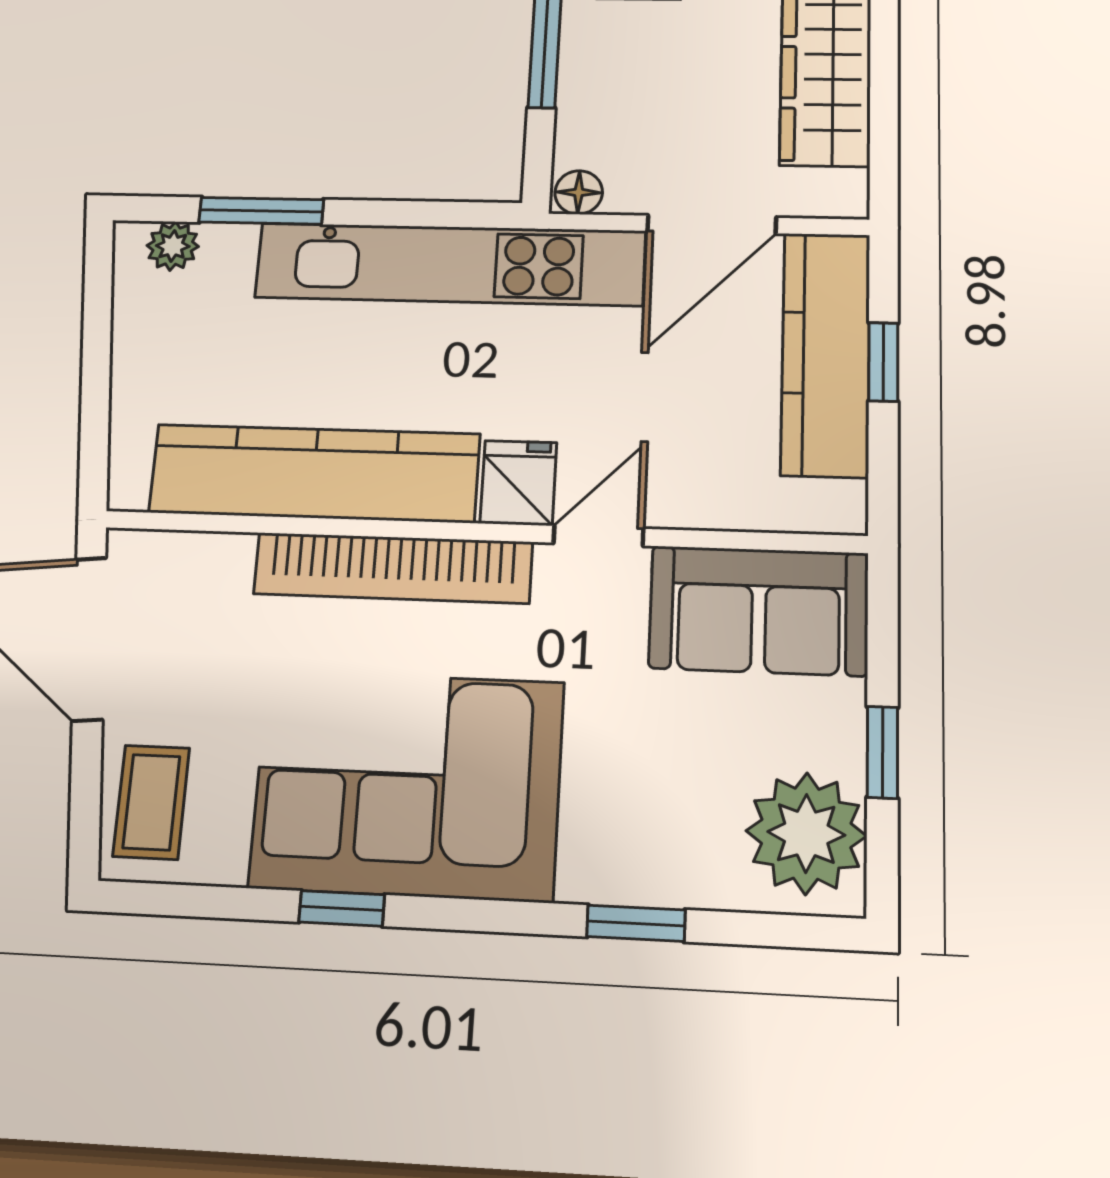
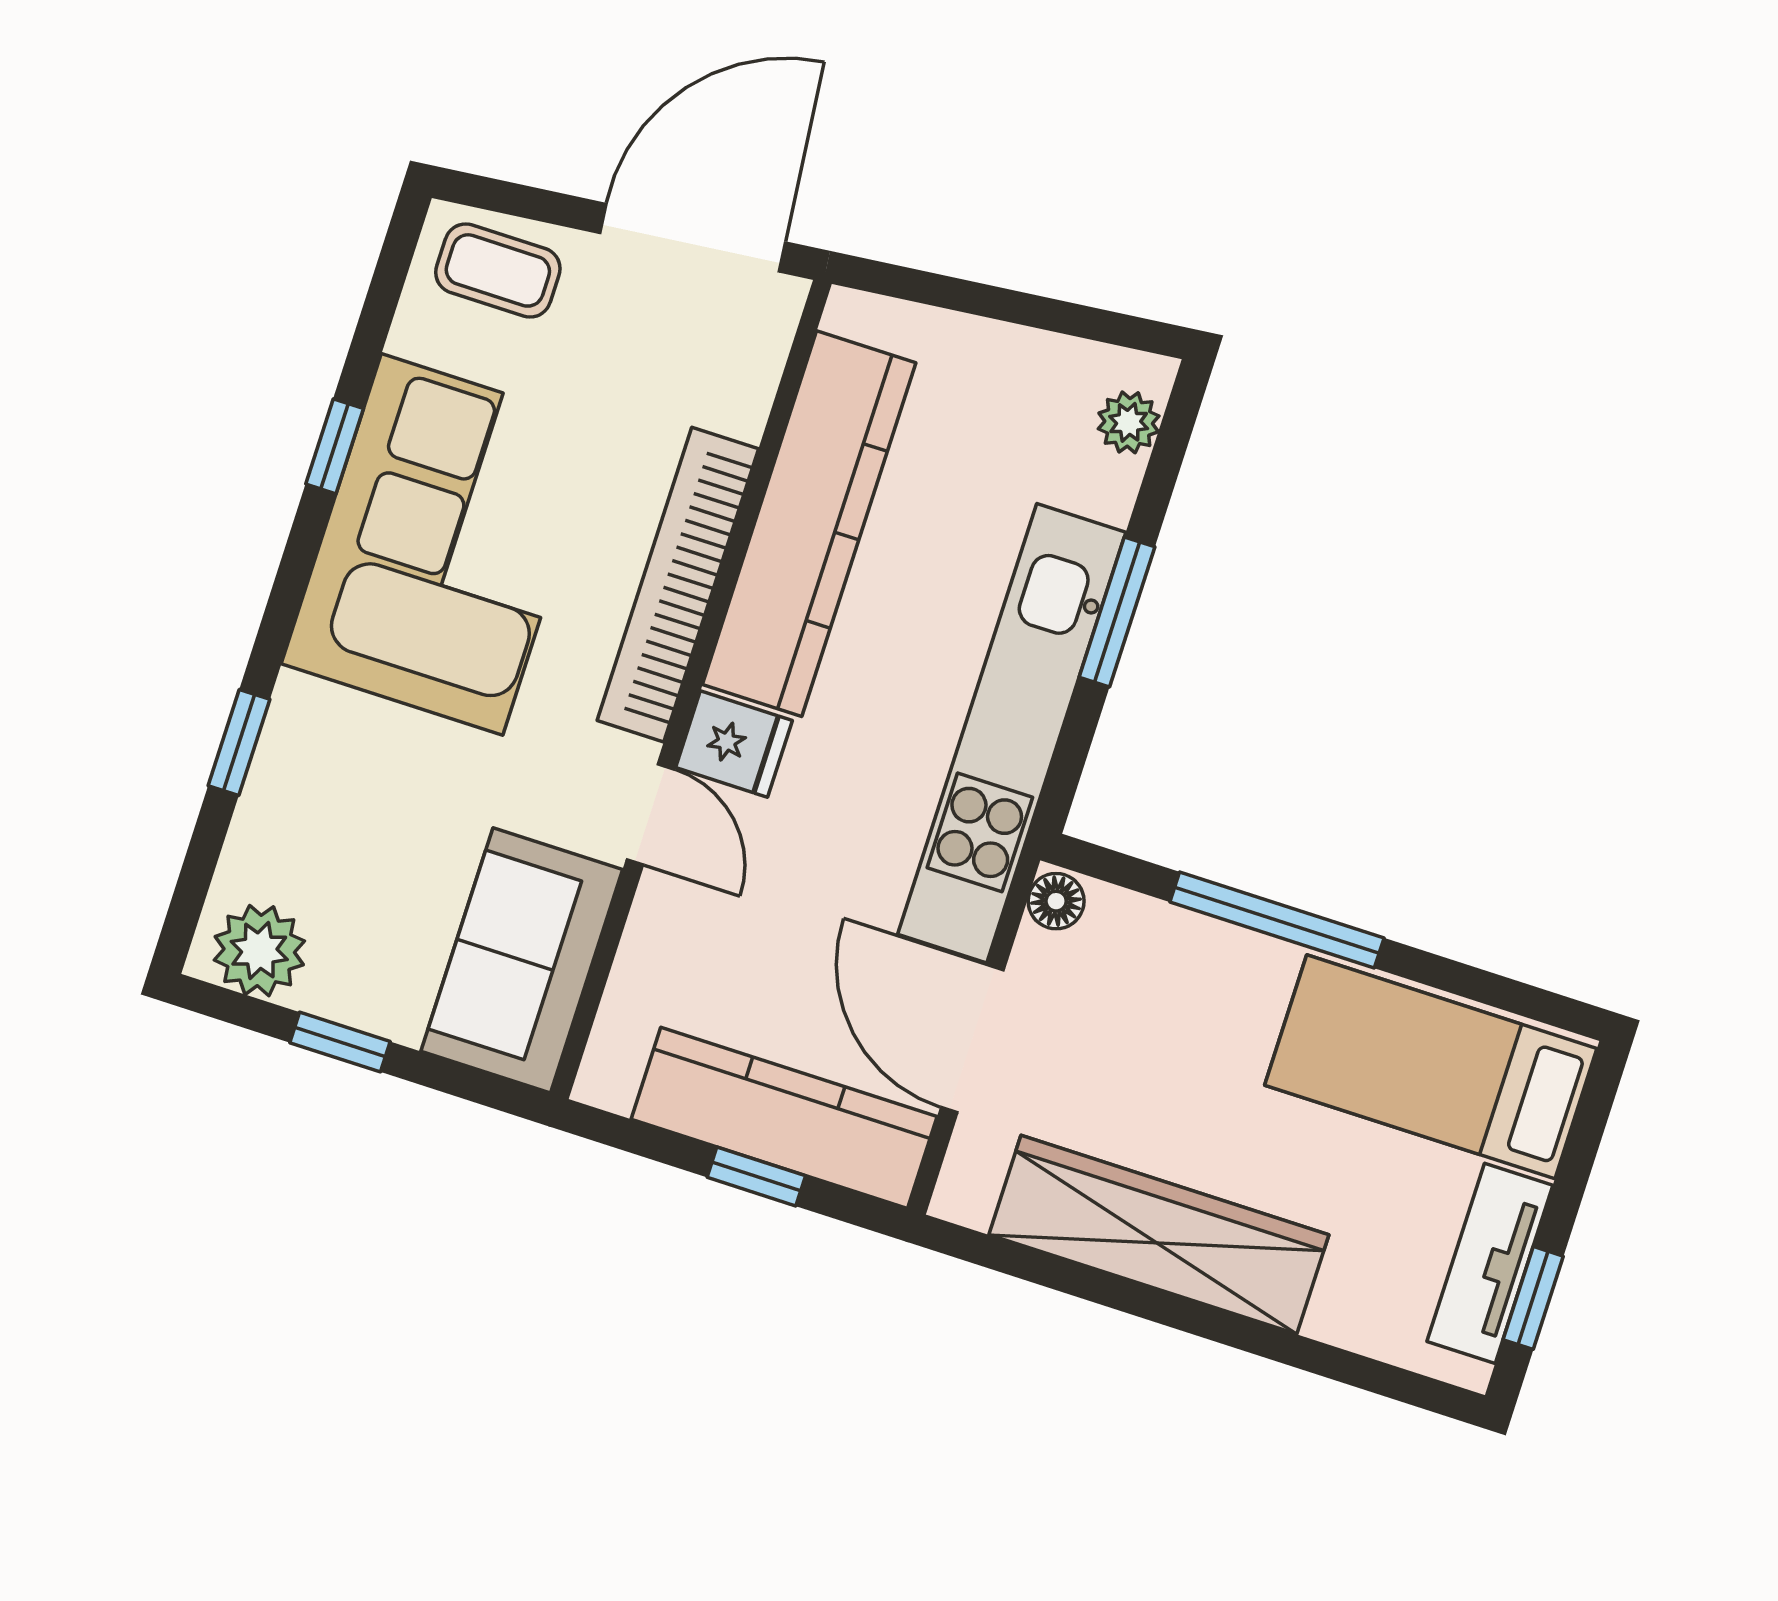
window: (261, 211) -> (1117, 612), moved
plant: (806, 833) -> (259, 951), width x0.73, depth x0.73

